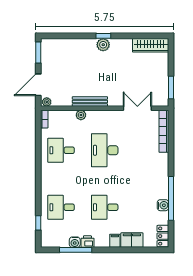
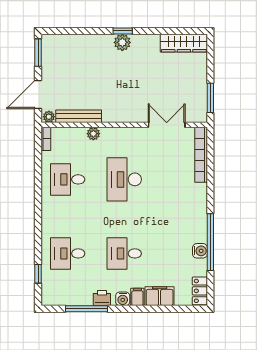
bench: (90, 102) -> (79, 116), moved
water cooler: (75, 242) -> (123, 299), moved

